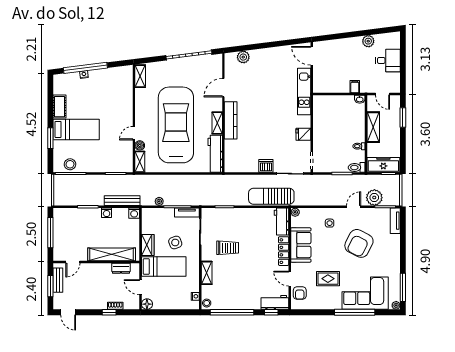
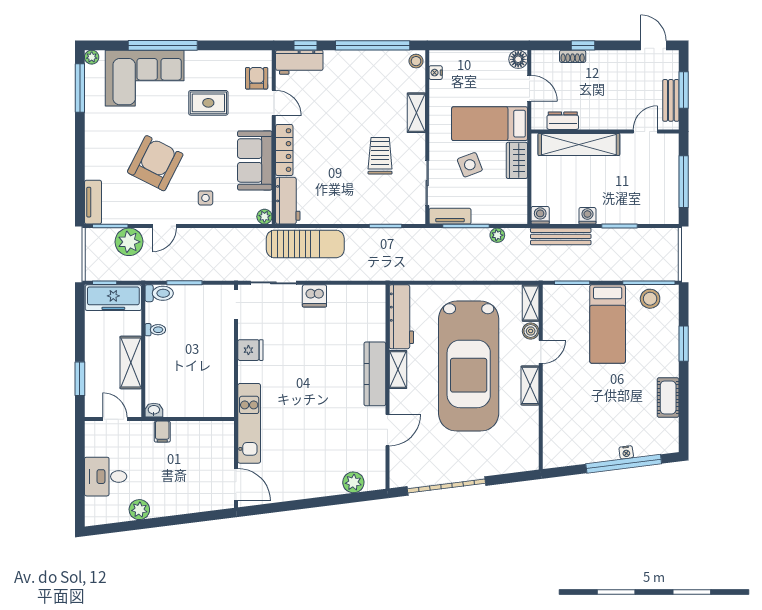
shelving: (140, 76) -> (530, 385), moved
bed: (76, 129) -> (608, 324), moved, turned -90
trolley: (228, 248) -> (380, 156), turned 90

